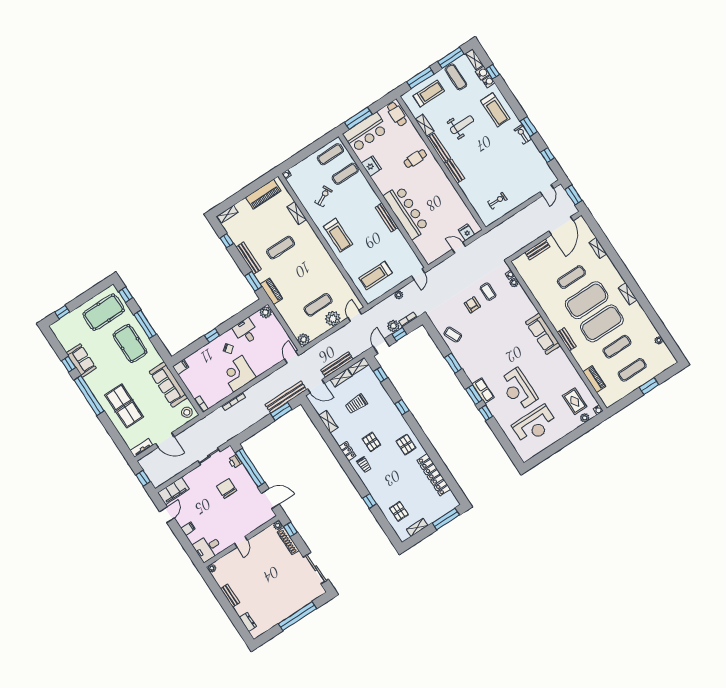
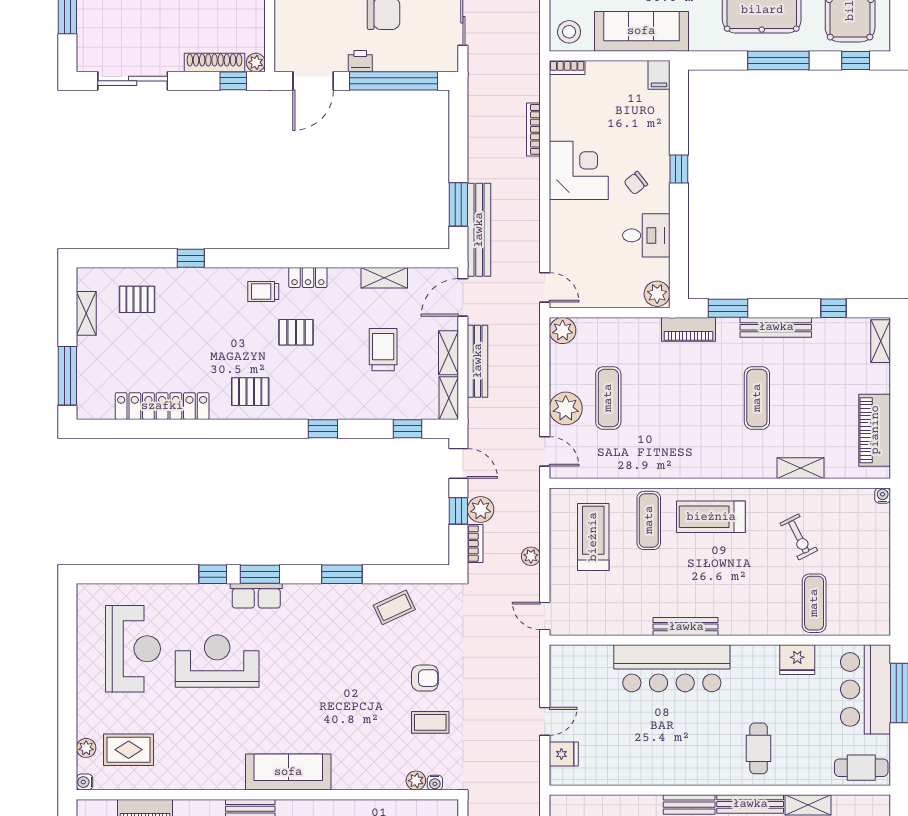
exercise mat: (330, 154) -> (649, 520), moved
reception desk: (535, 425) -> (133, 649), turned 180
printer: (235, 461) -> (360, 61), moved

